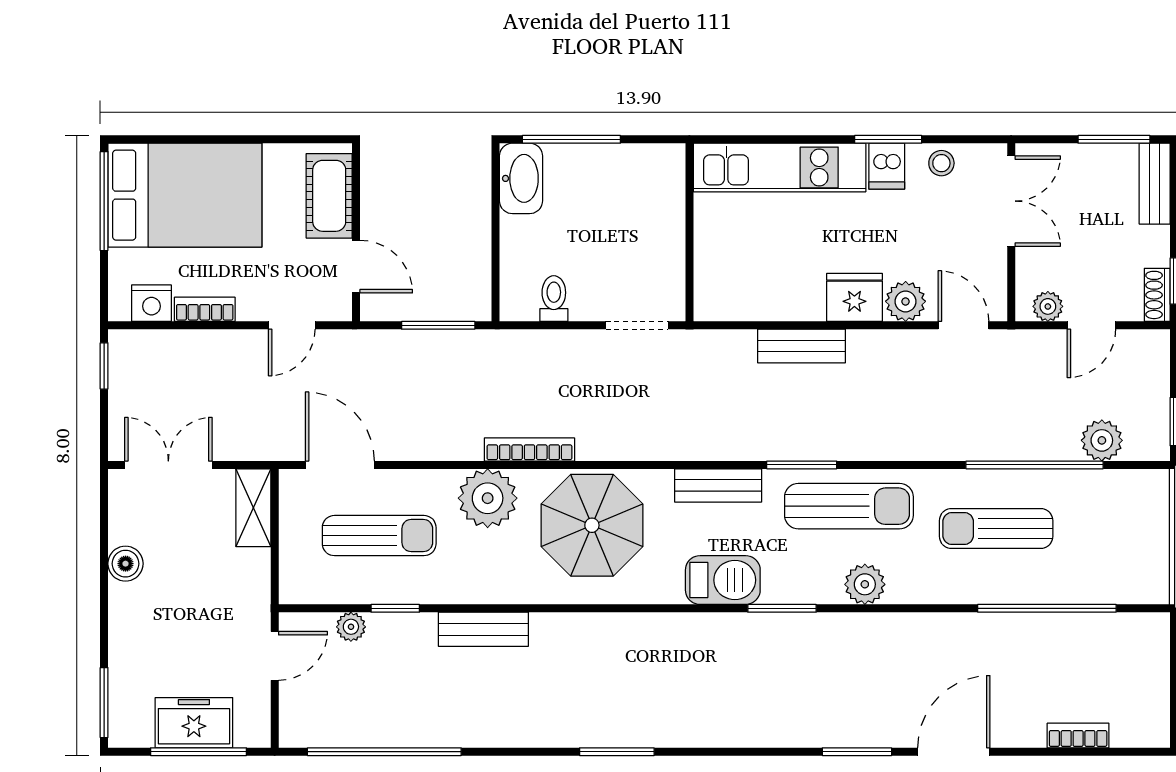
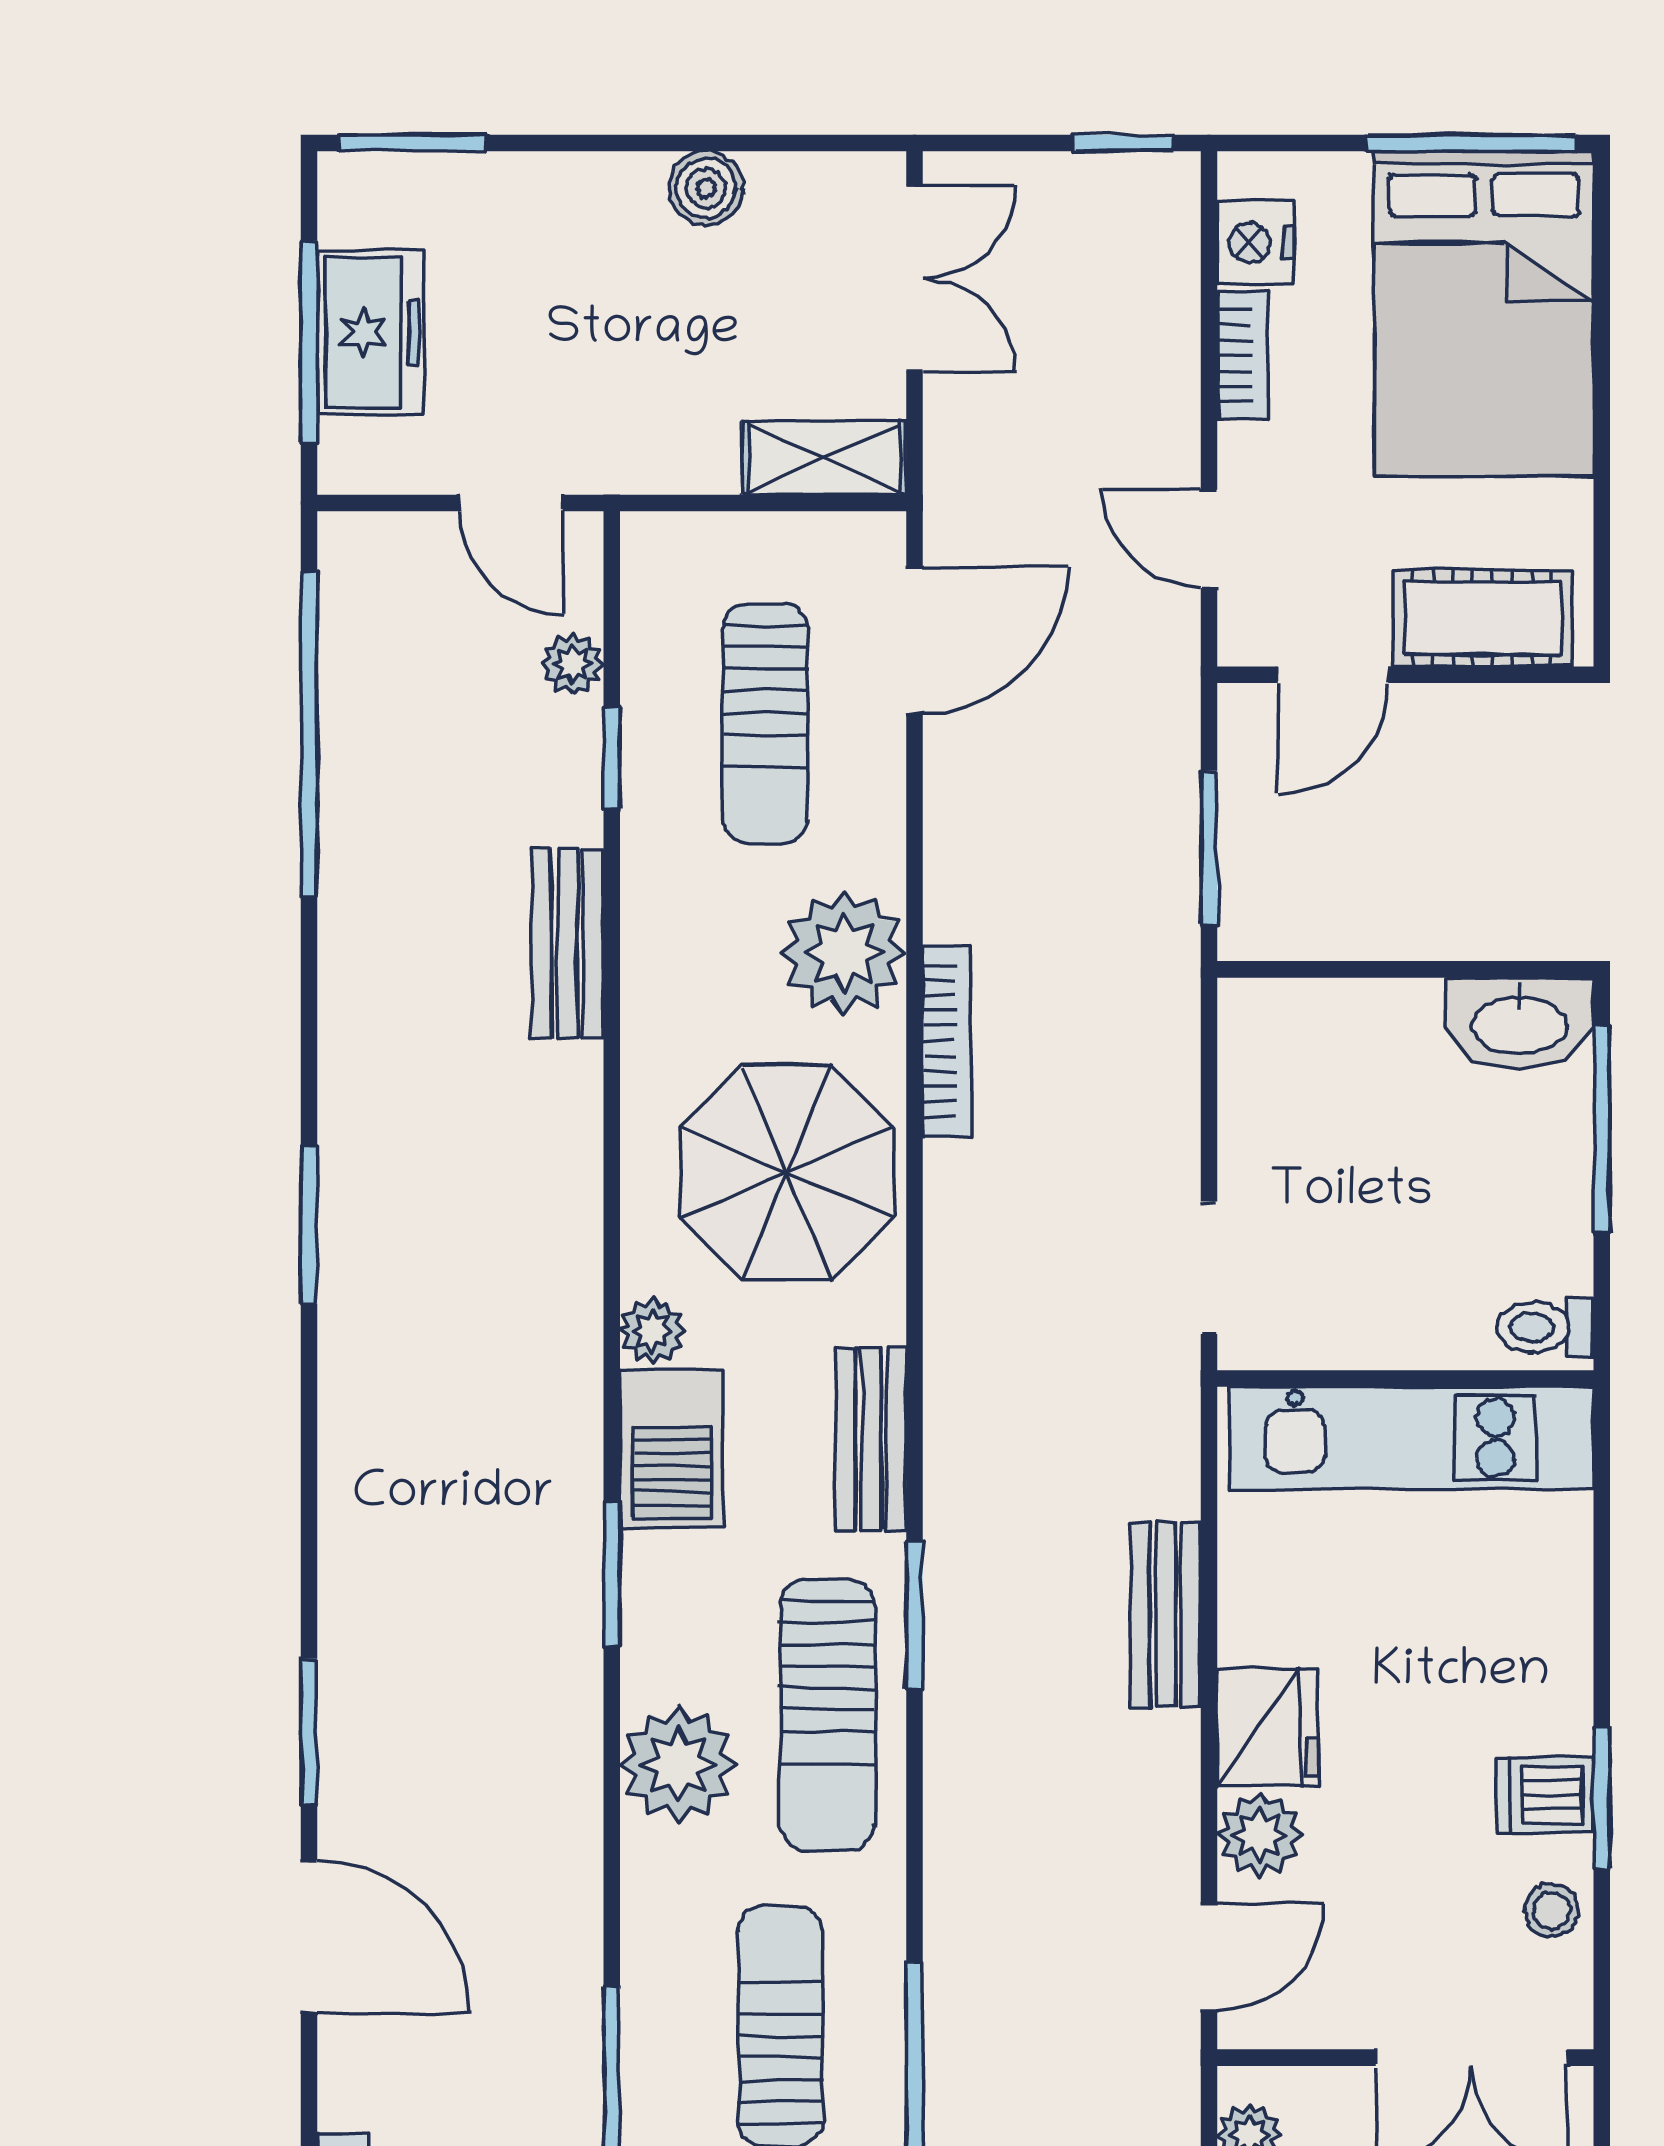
kitchen unit: (780, 167) -> (1412, 1438), moved, turned -90
toilet: (554, 299) -> (1545, 1328), moved, turned 180
plant: (865, 584) -> (678, 1764), width x1.36, depth x1.36
plant: (667, 589) -> (652, 1331), added

